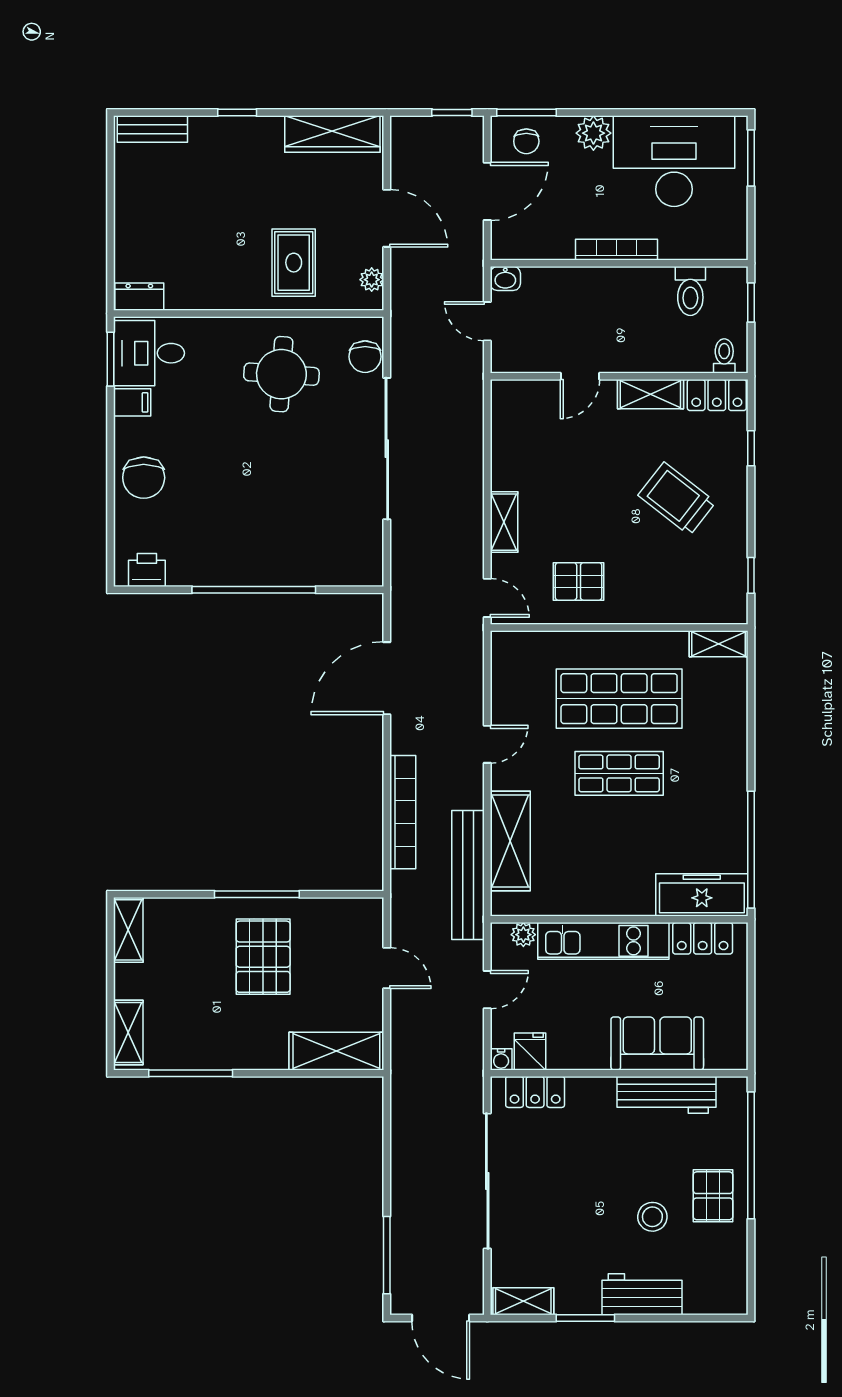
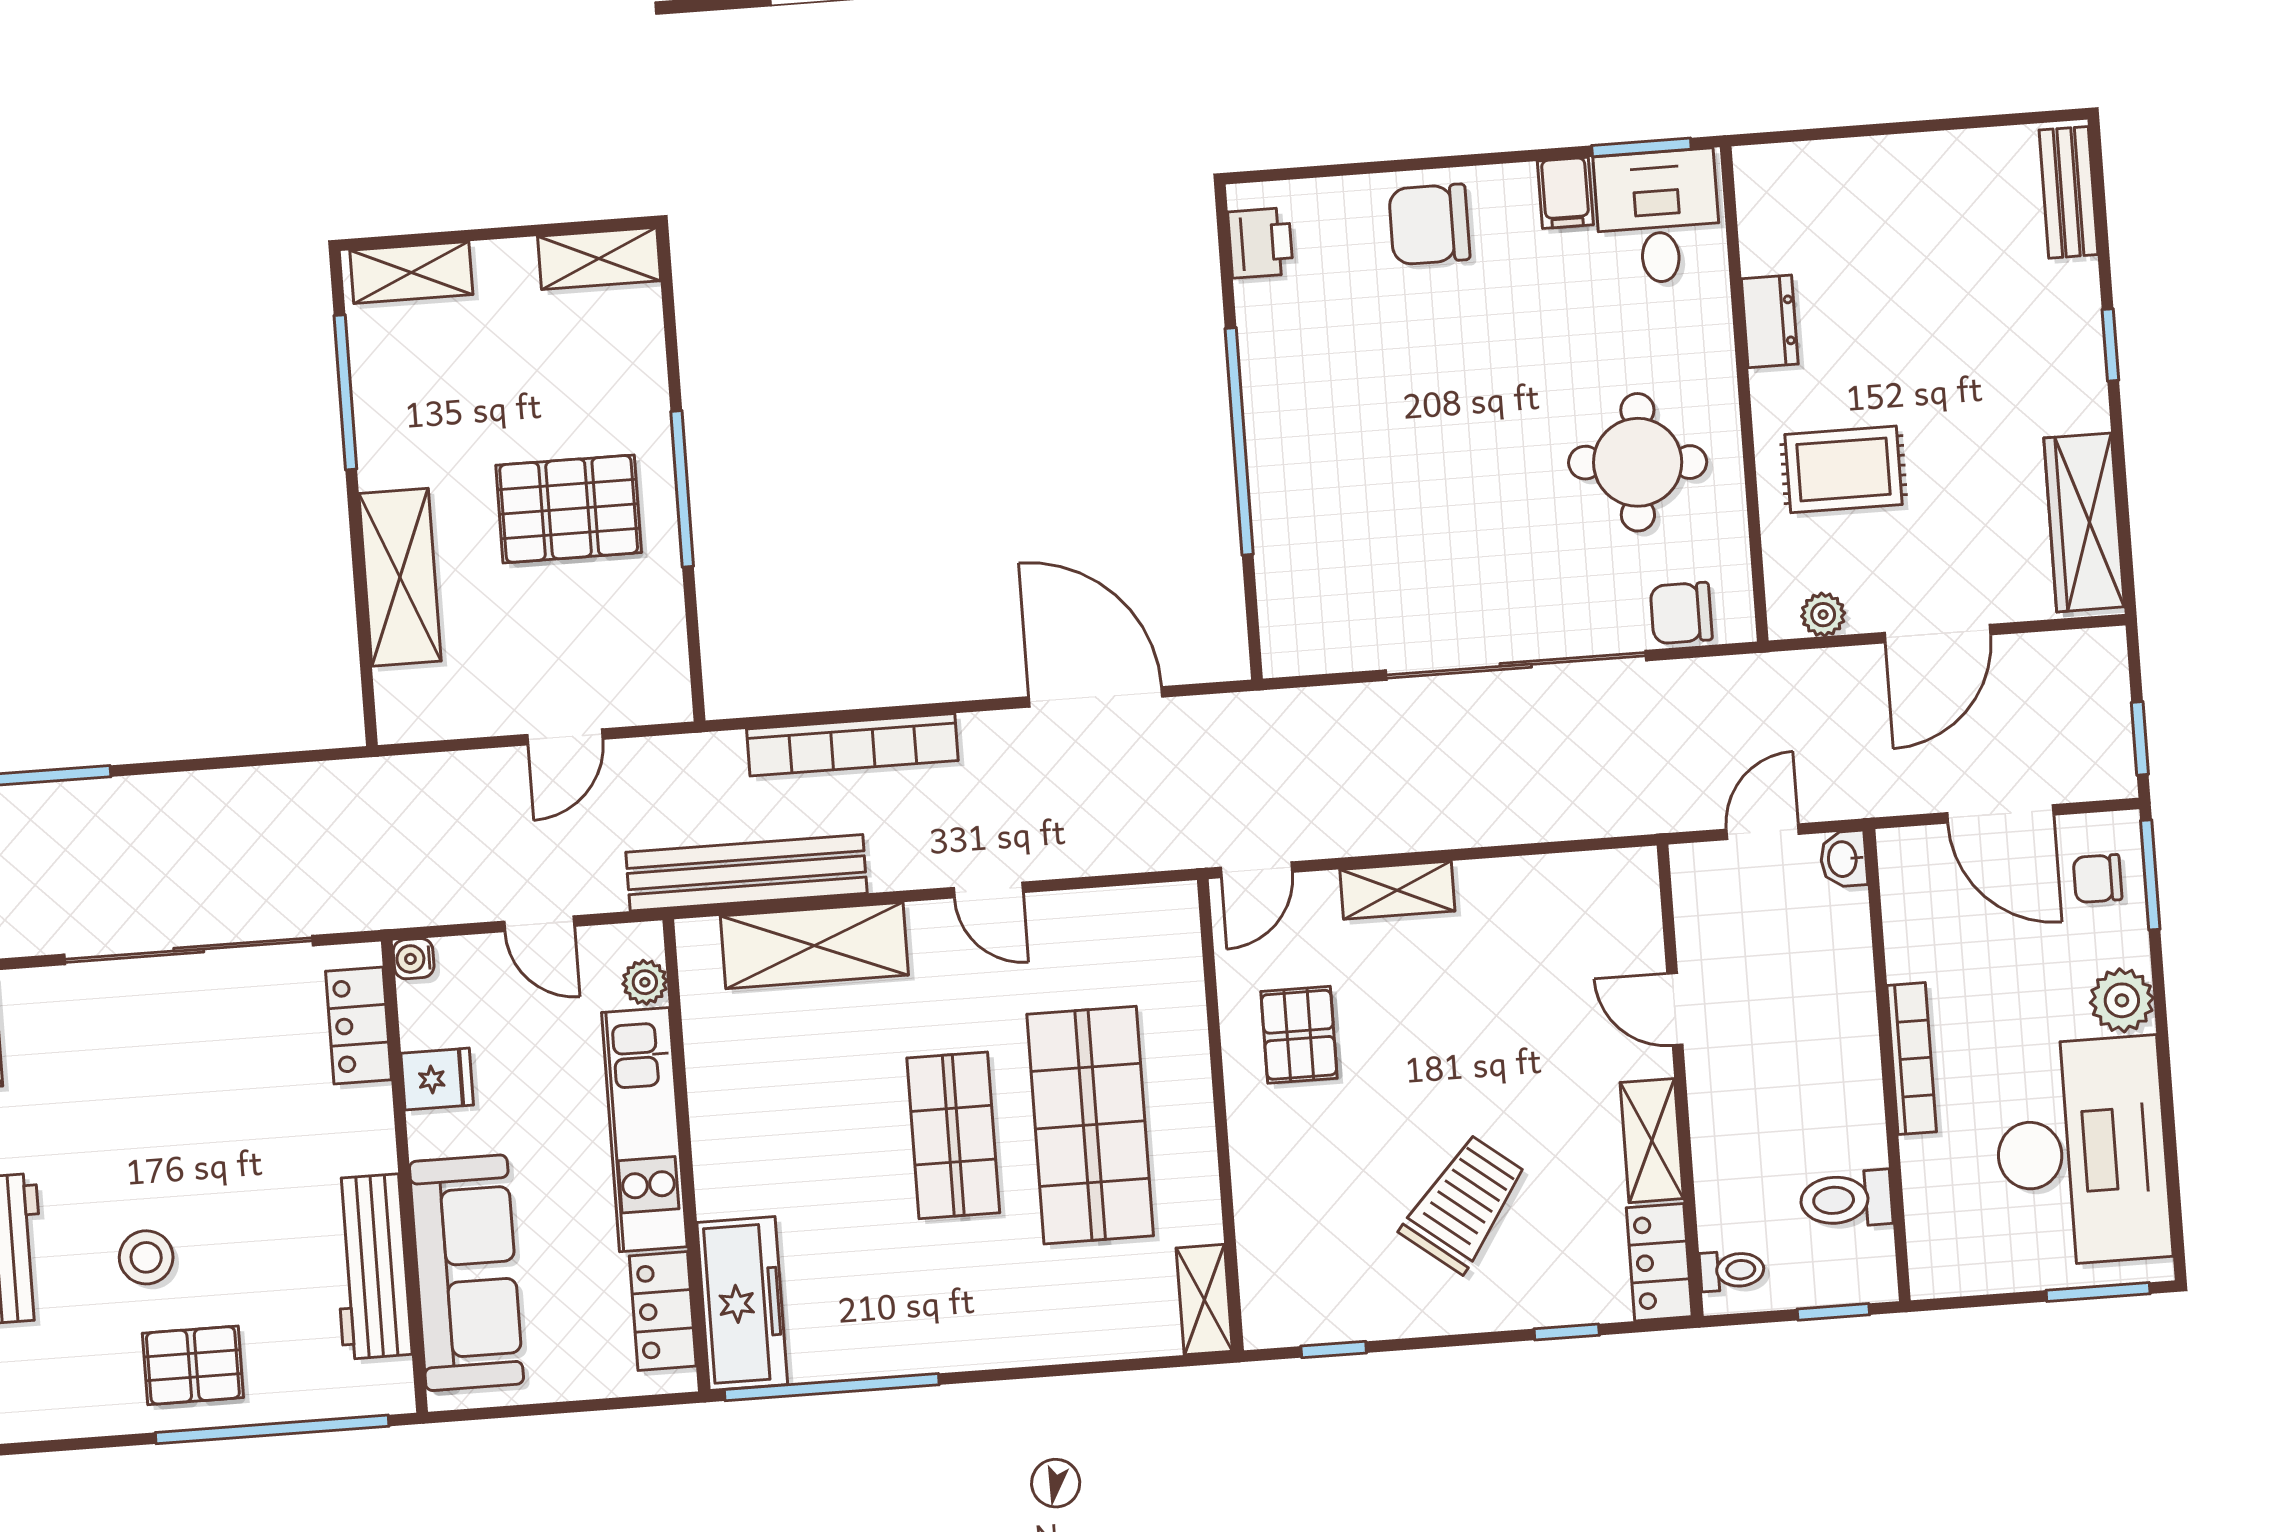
dresser: (139, 297) -> (1770, 321), moved
sofa: (657, 1043) -> (466, 1273), width x1.36
shelving: (336, 1051) -> (400, 577), moved
fridge: (530, 1051) -> (437, 1079), moved

